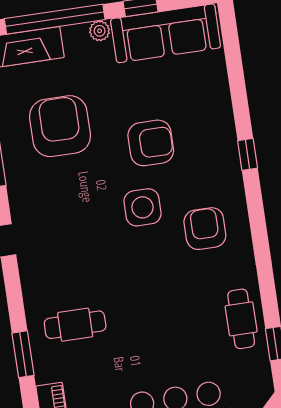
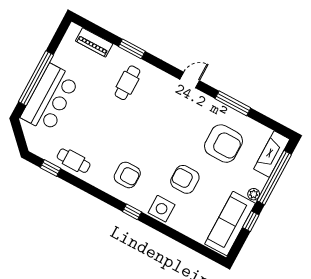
armchair: (151, 143) -> (185, 179), turned 90
window: (248, 154) -> (132, 212), moved
side table: (142, 207) -> (162, 209), moved

